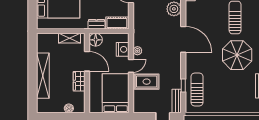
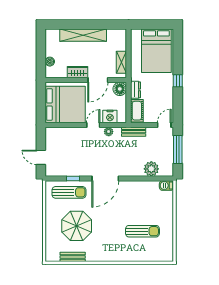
door: (183, 39) -> (105, 178), moved
parasol: (237, 55) -> (77, 226), moved
door: (131, 66) -> (93, 125), swing flipped
rug: (147, 82) -> (77, 141), removed
bed: (116, 93) -> (65, 104), width x1.36
bench: (177, 101) -> (134, 132), moved

